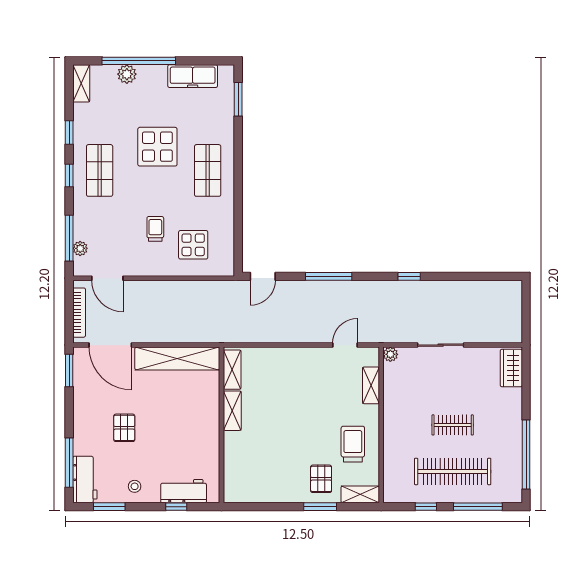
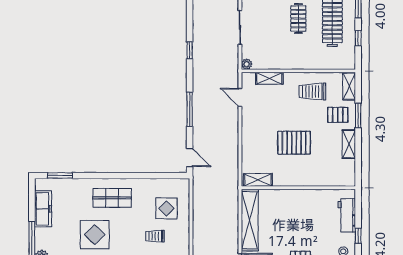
shelving: (232, 411) -> (349, 144), moved, turned 90
pallet: (283, 419) -> (294, 143), added
window: (176, 507) -> (358, 236), moved

